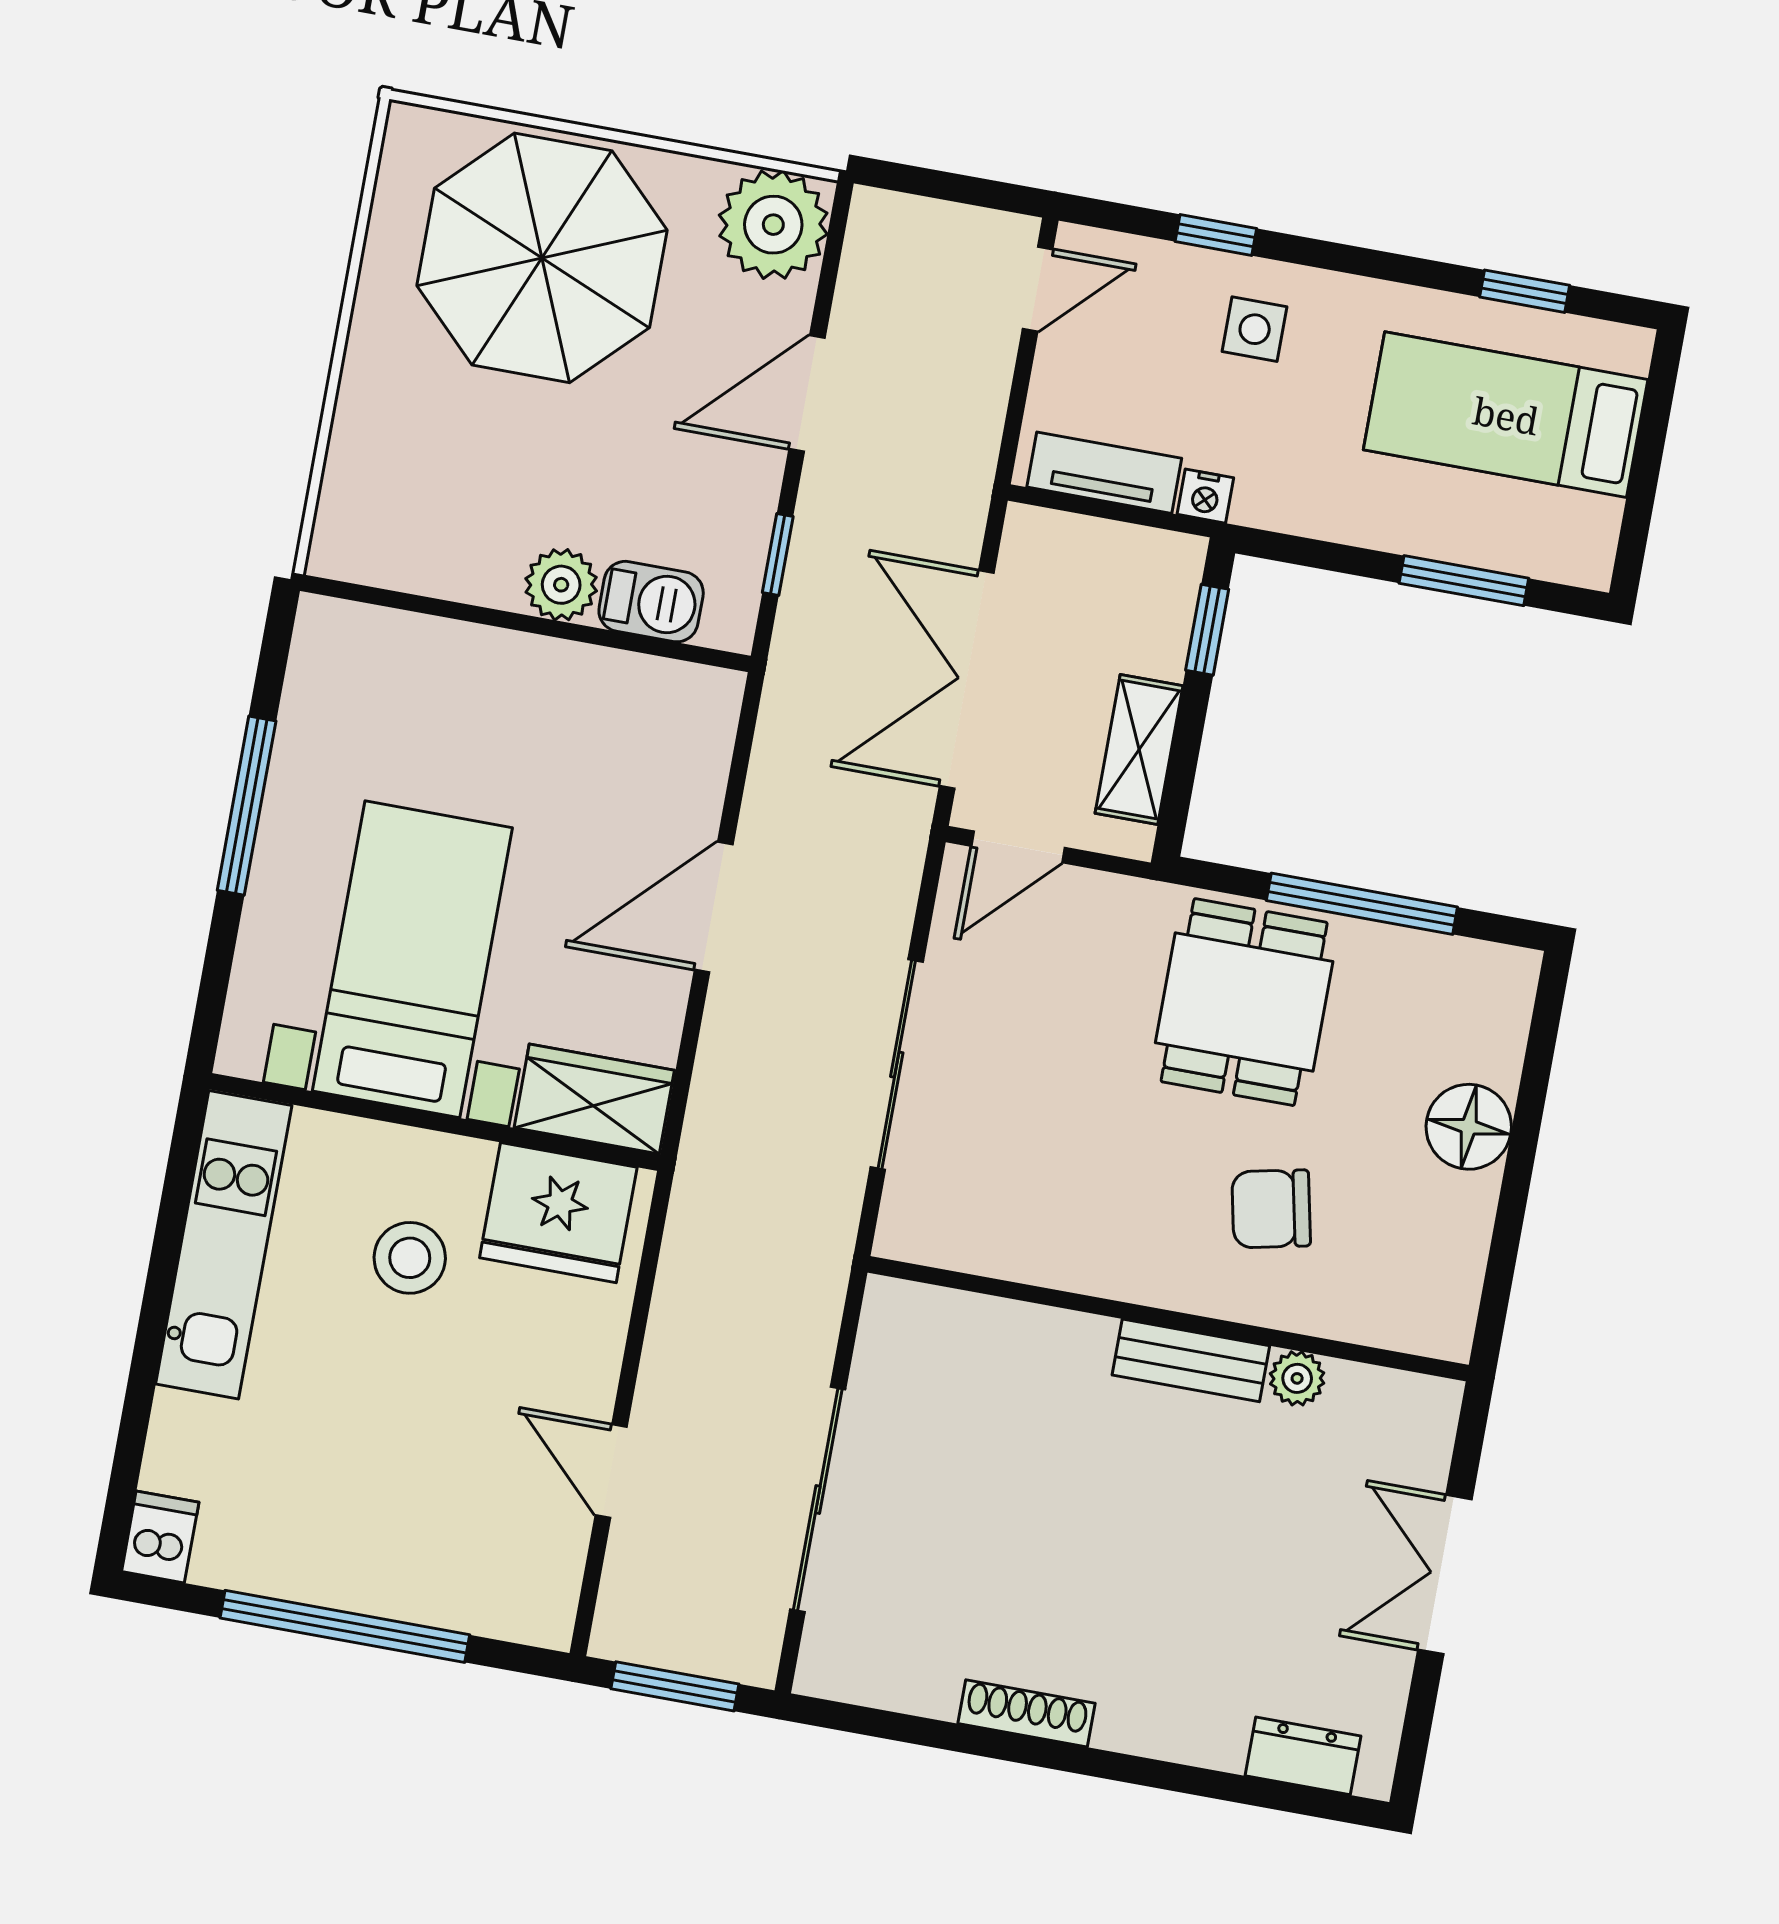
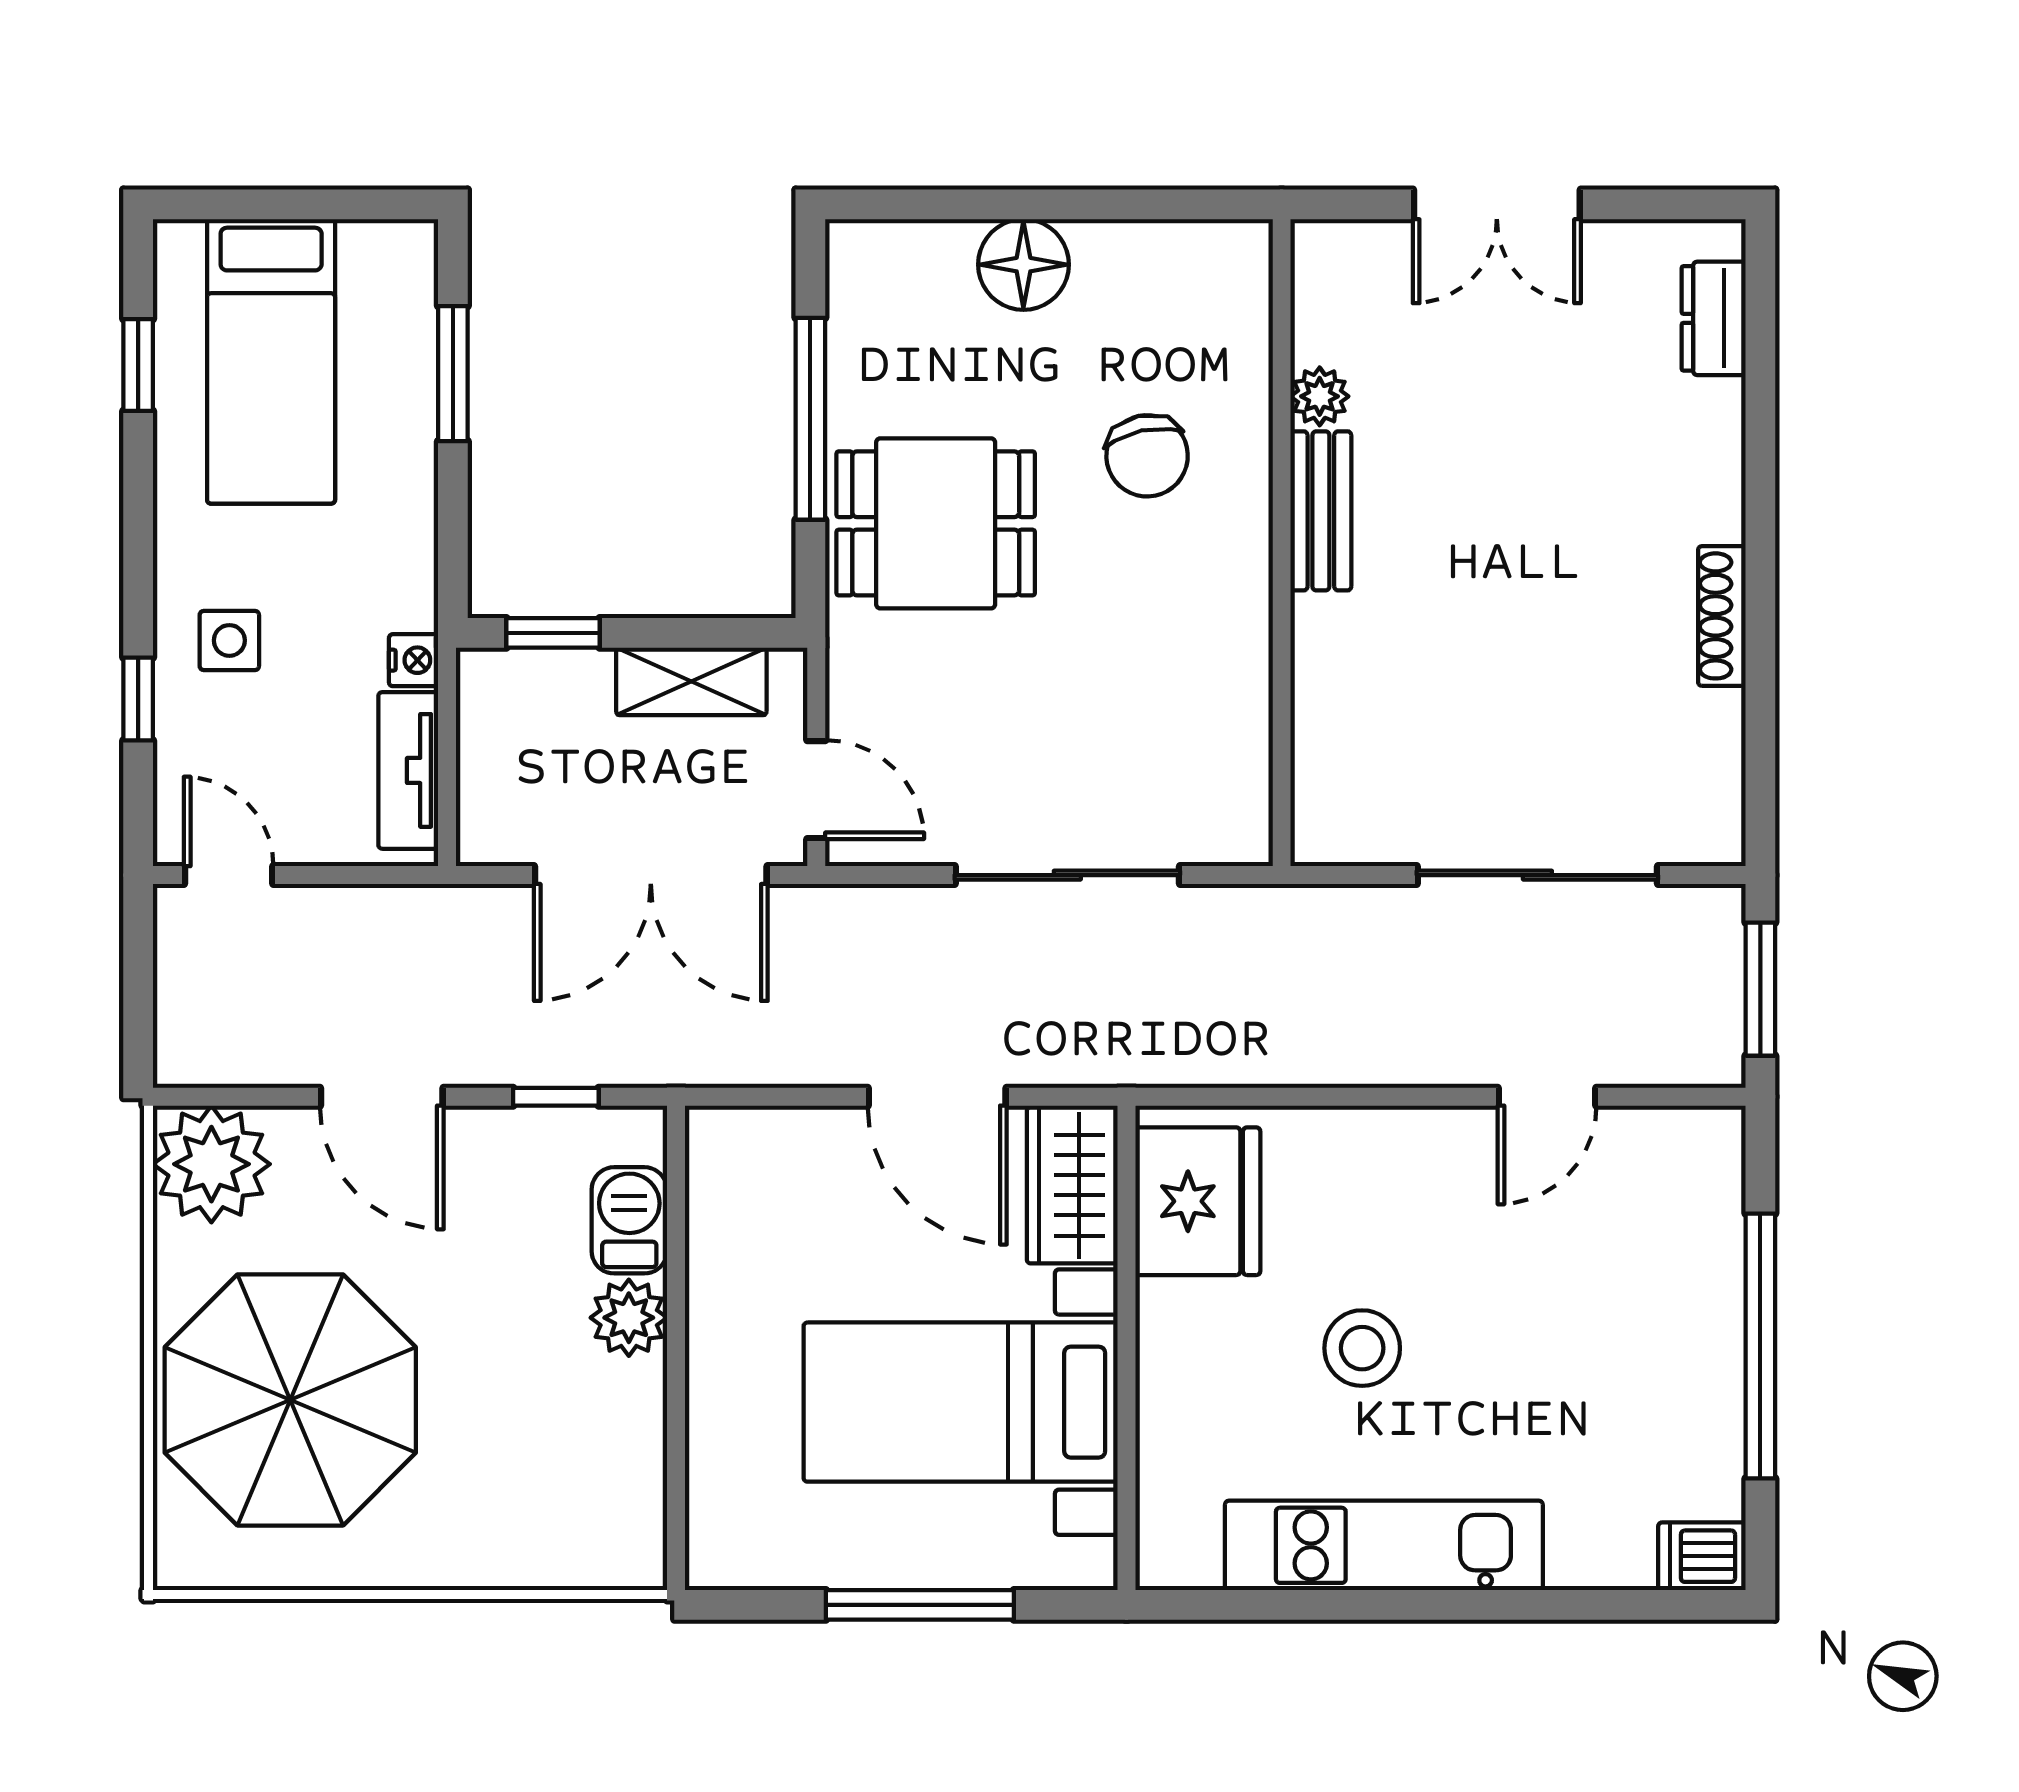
bed with nightstands: (412, 959) -> (961, 1402), moved
wardrobe: (594, 1099) -> (1072, 1185), moved
wall: (435, 1122) -> (1127, 1348), moved
fridge: (558, 1213) -> (1198, 1201), moved

